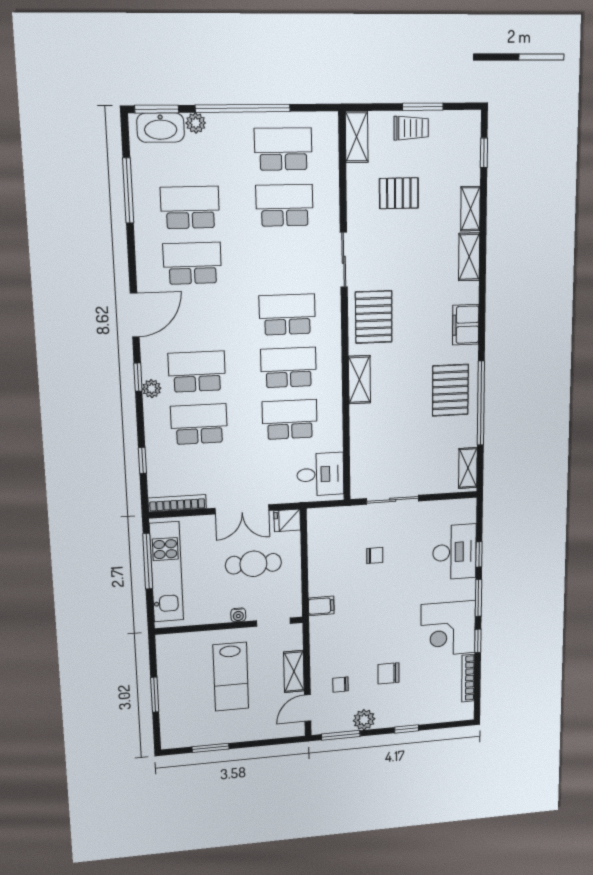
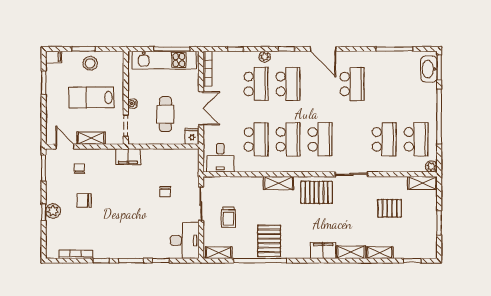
plant: (196, 123) -> (431, 166), moved
trolley: (411, 128) -> (228, 217), moved
pallet: (399, 193) -> (390, 208), turned 90
school desk: (190, 207) -> (384, 84), removed
filing cabinet: (466, 325) -> (323, 250), moved
plant: (152, 389) -> (265, 57), moved
pallet: (450, 390) -> (269, 241), turned 90
double door: (242, 509) -> (201, 108), swing flipped
desk: (455, 552) -> (185, 240), moved, turned -90
filing cabinet: (321, 606) -> (128, 157), width x2.00
corner desk: (448, 629) -> (112, 240), removed
chair: (389, 673) -> (84, 200), turned -90
stool: (177, 683) -> (90, 63), added
plant: (364, 720) -> (53, 211), moved
filing cabinet: (170, 737) -> (54, 57), added

